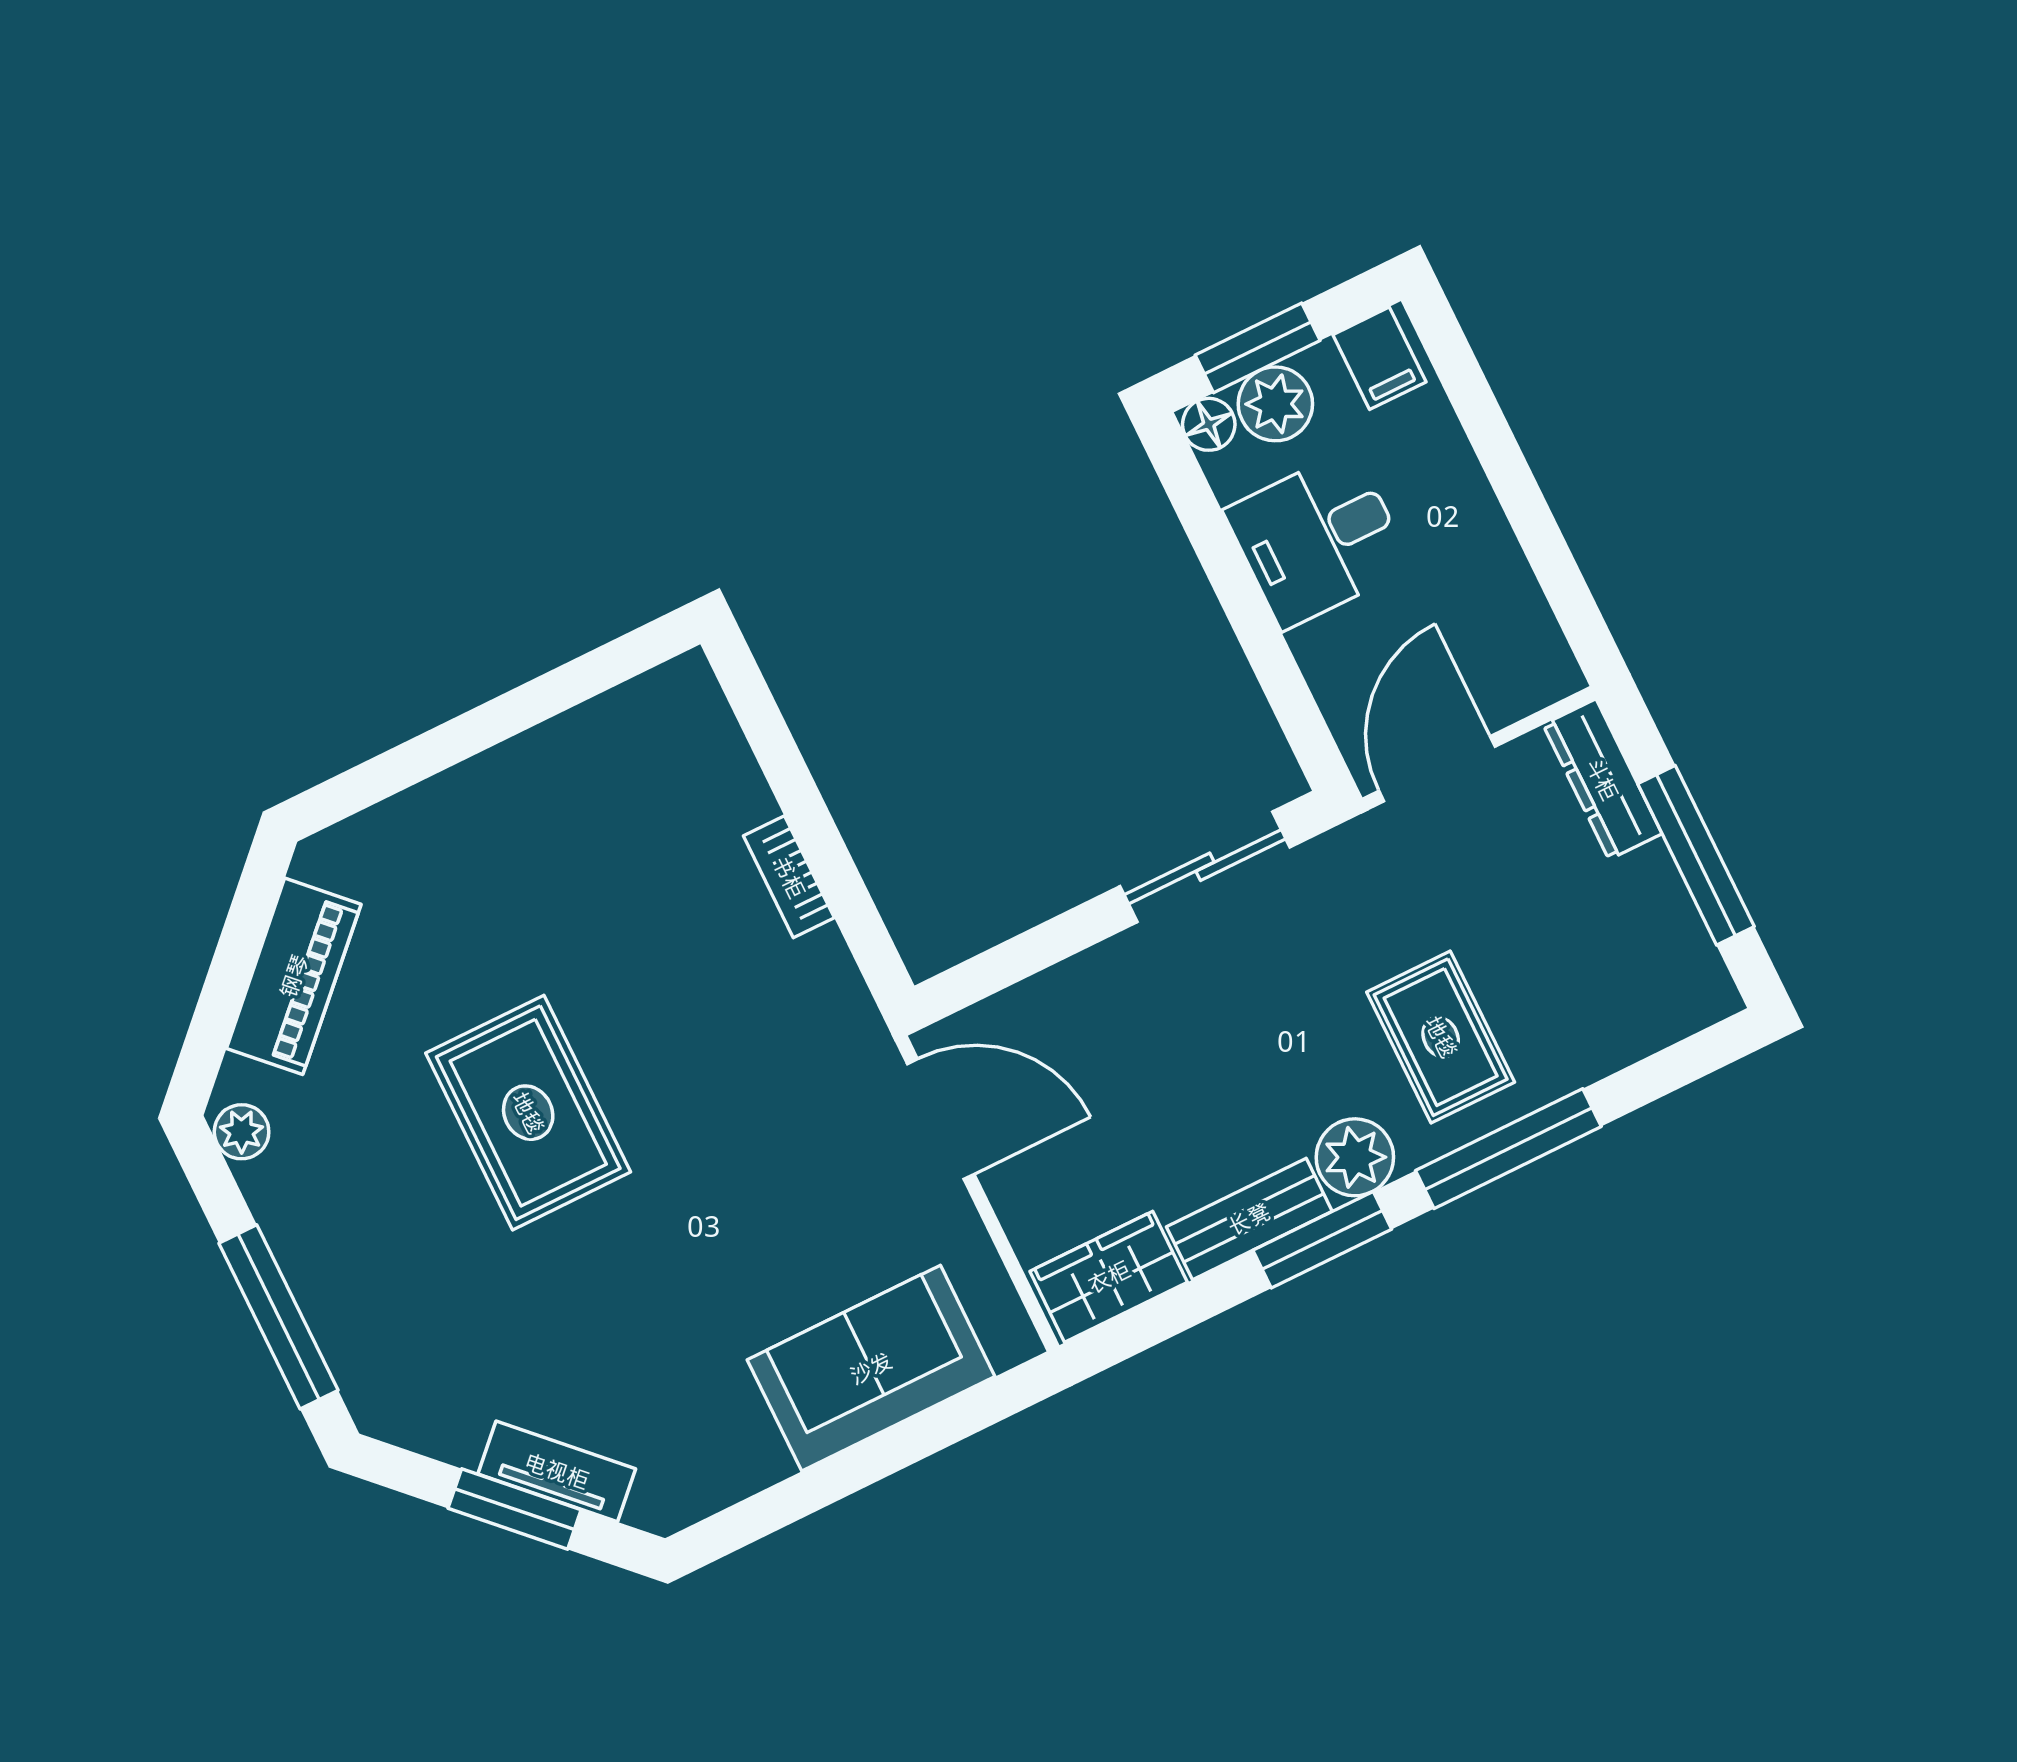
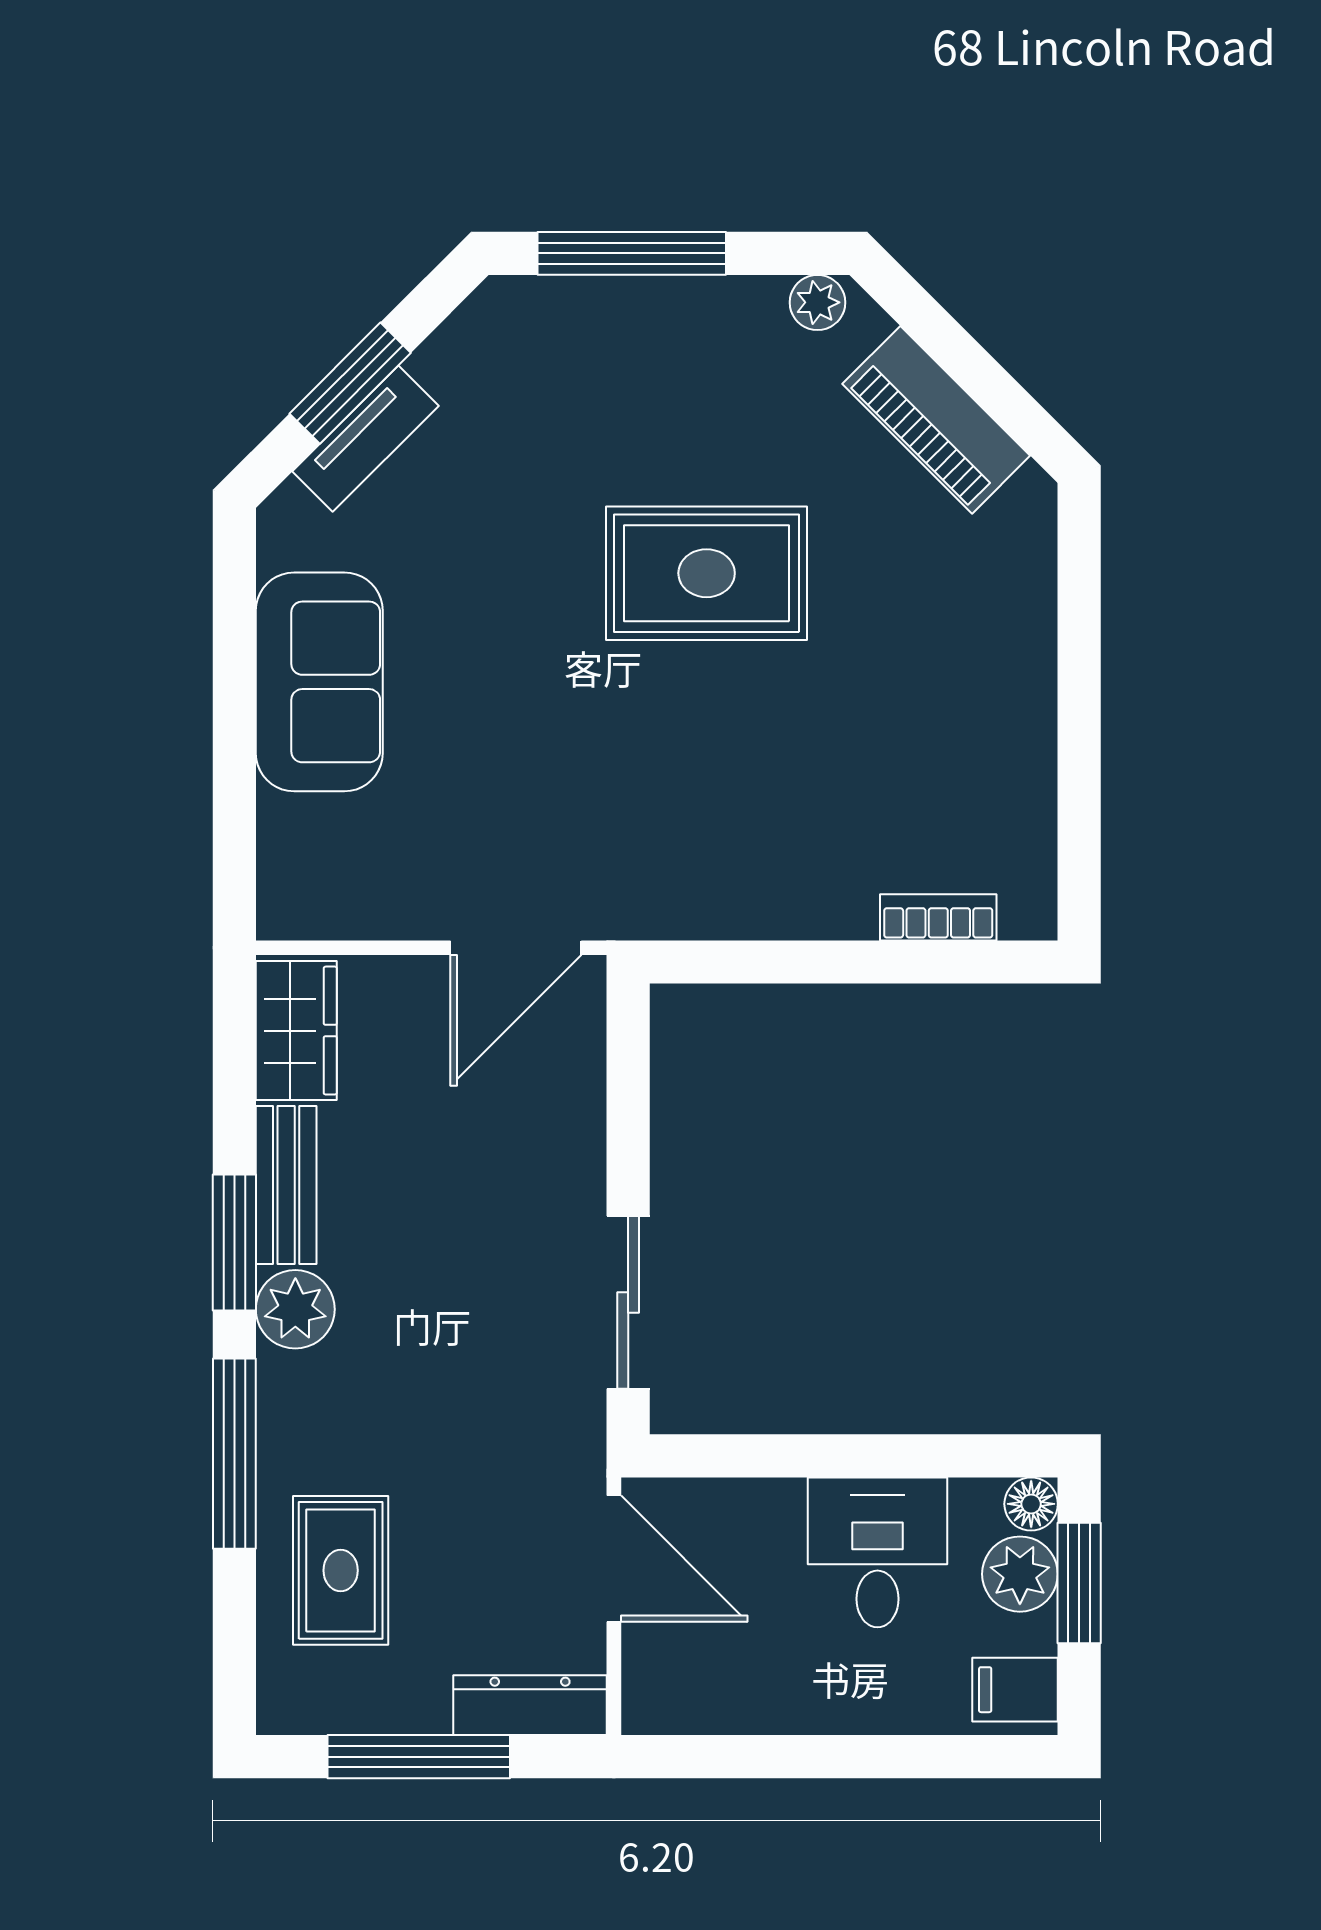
bookcase: (789, 877) -> (938, 917), moved
rug: (1441, 1037) -> (341, 1570), moved, turned 90
sofa: (871, 1368) -> (319, 682), moved

